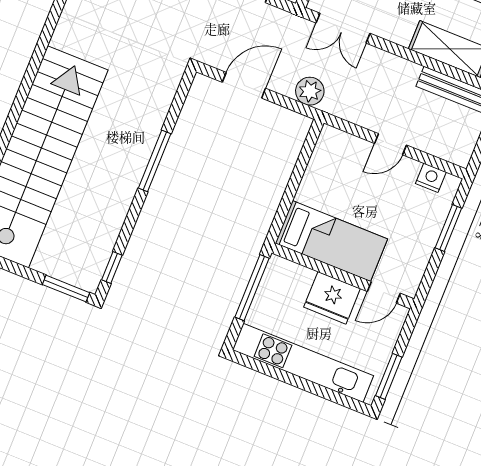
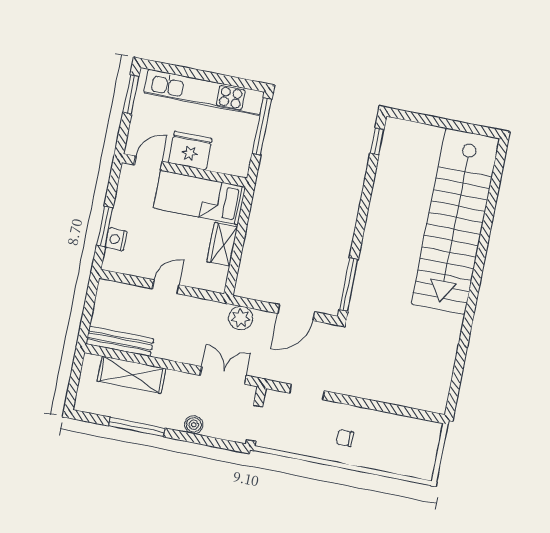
window: (155, 161) -> (349, 284), moved
nightstand: (431, 178) -> (116, 239), moved, turned 90
wardrobe: (315, 181) -> (222, 244), added
window: (252, 288) -> (262, 126), moved
window: (66, 289) -> (412, 117), removed

